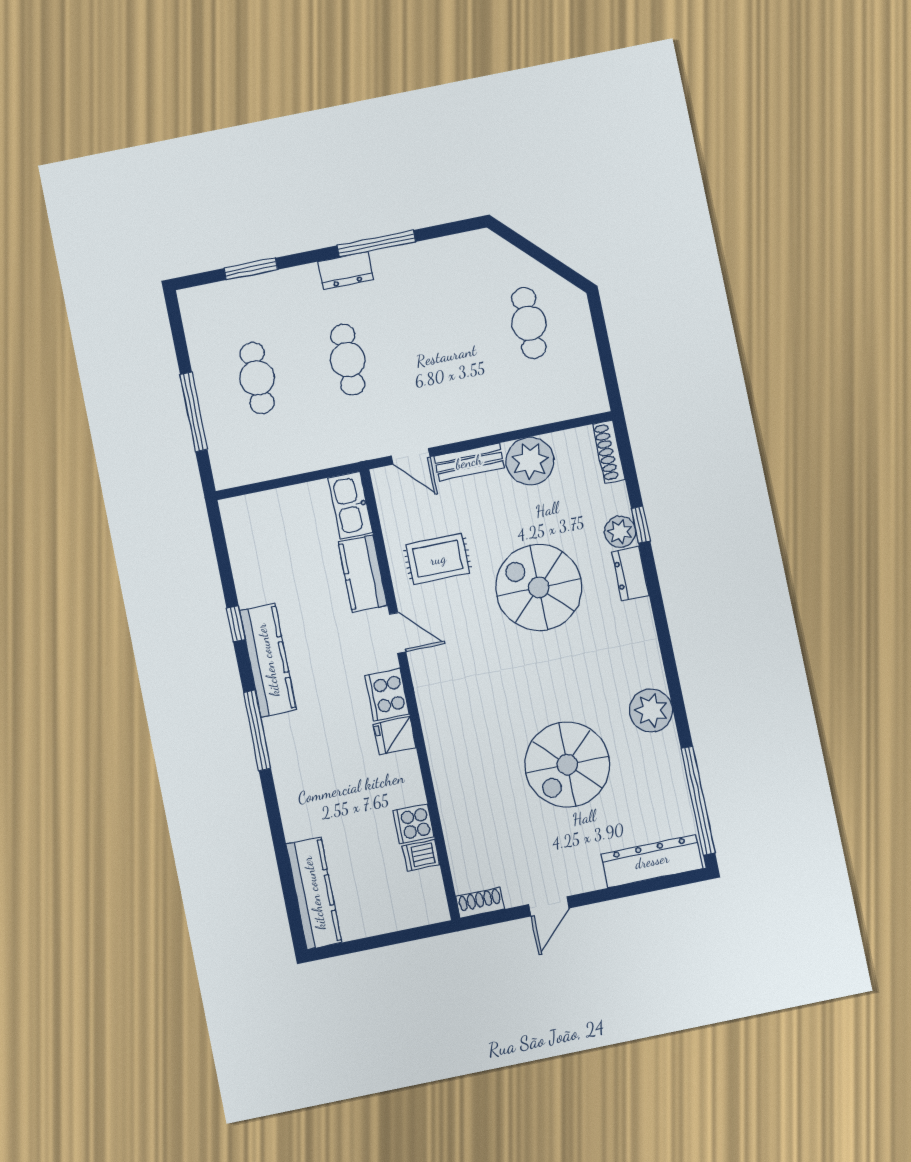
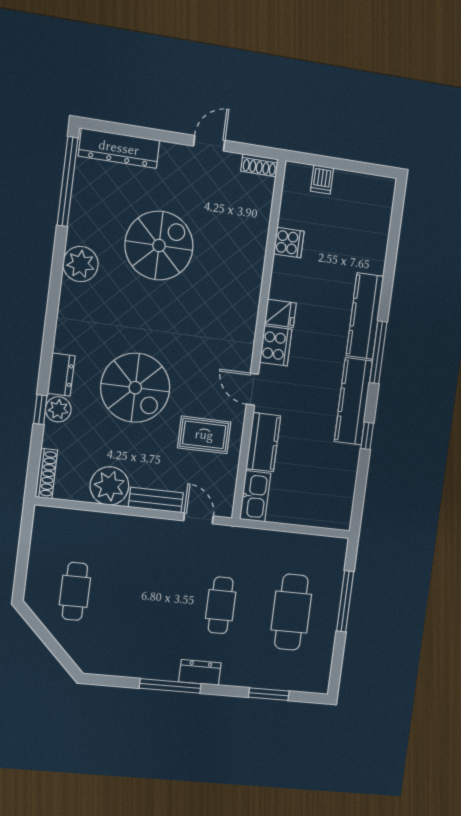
cafe table: (257, 378) -> (291, 612), width x1.37, depth x1.35
dishwasher: (421, 855) -> (322, 180), moved, turned 90
kitchen counter: (314, 893) -> (365, 316), moved

